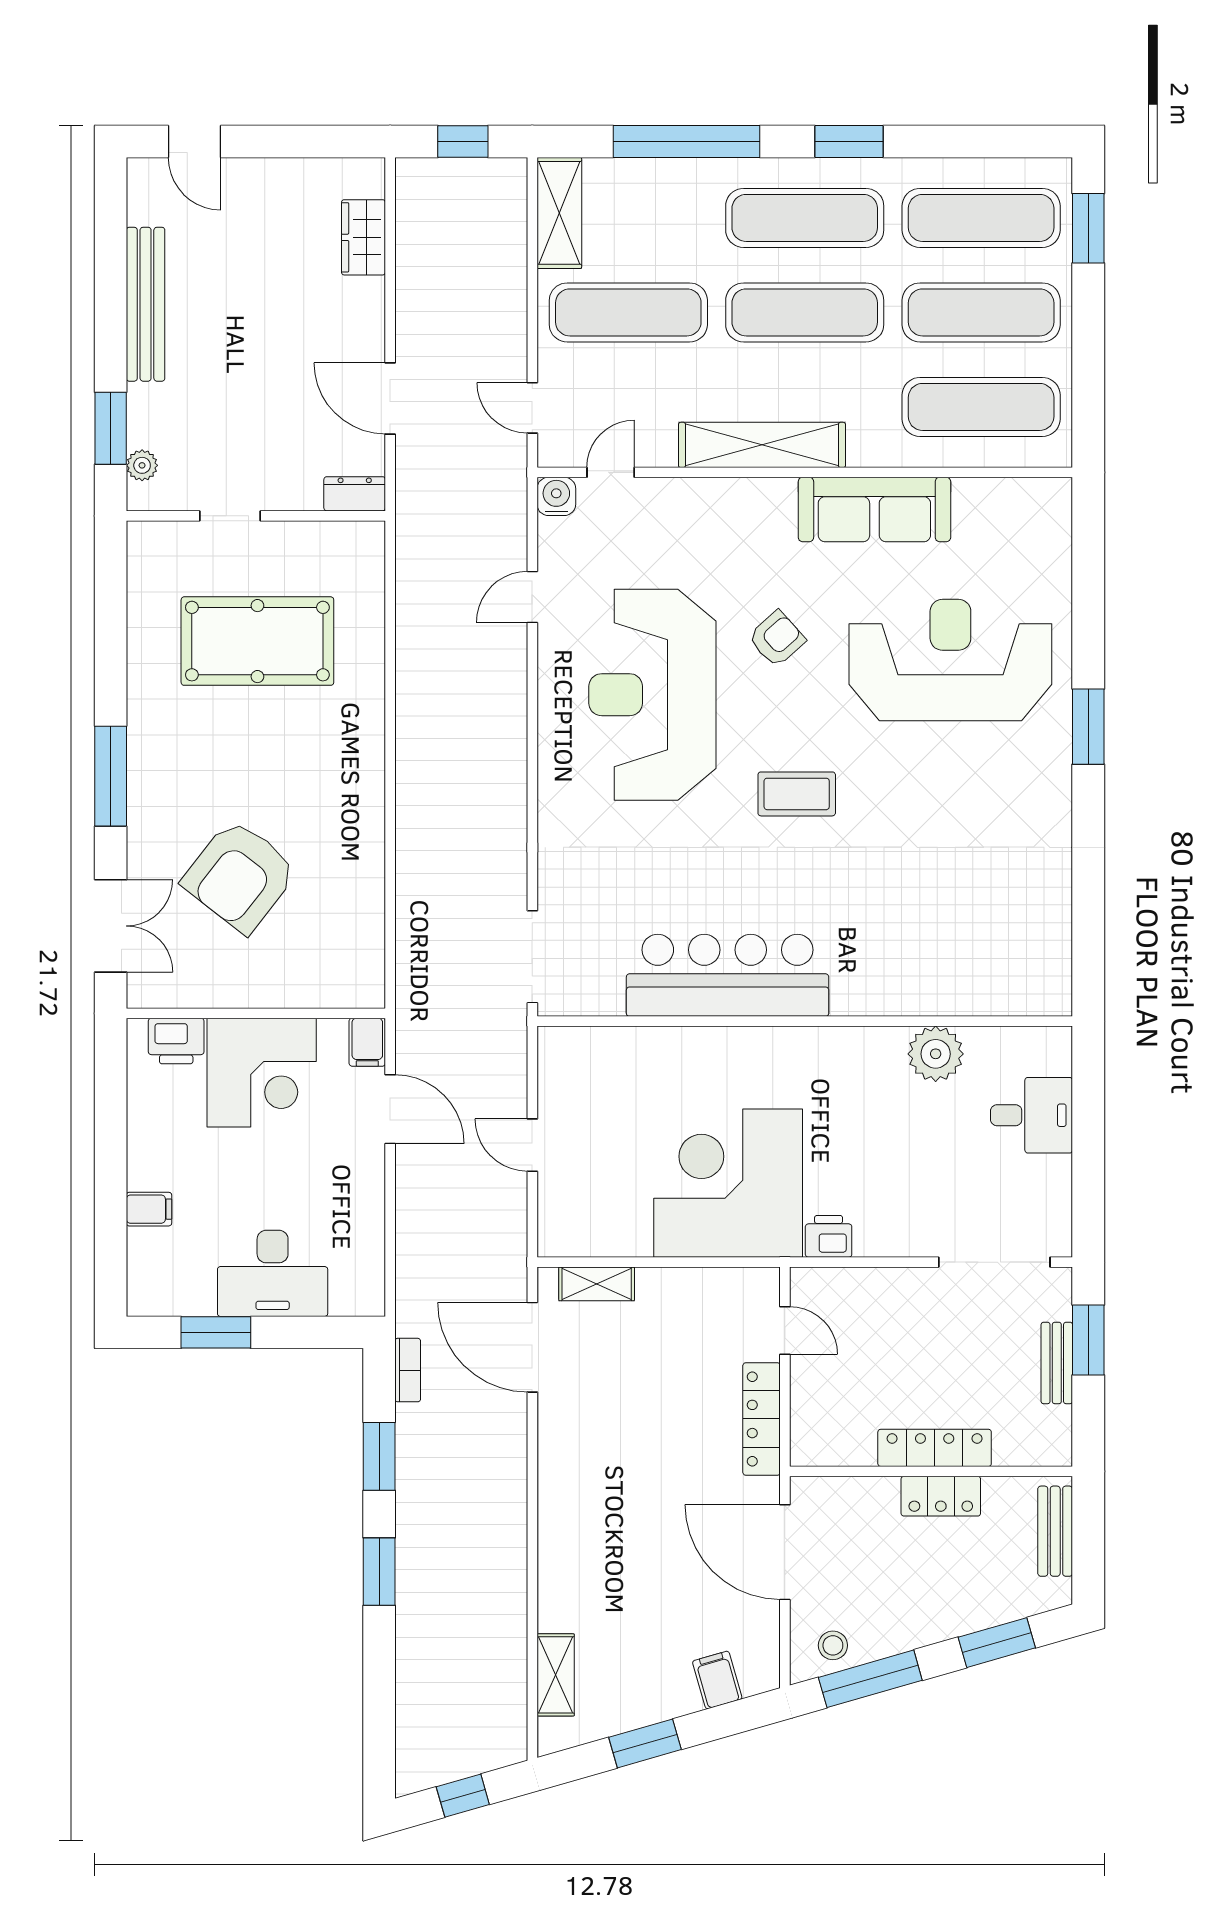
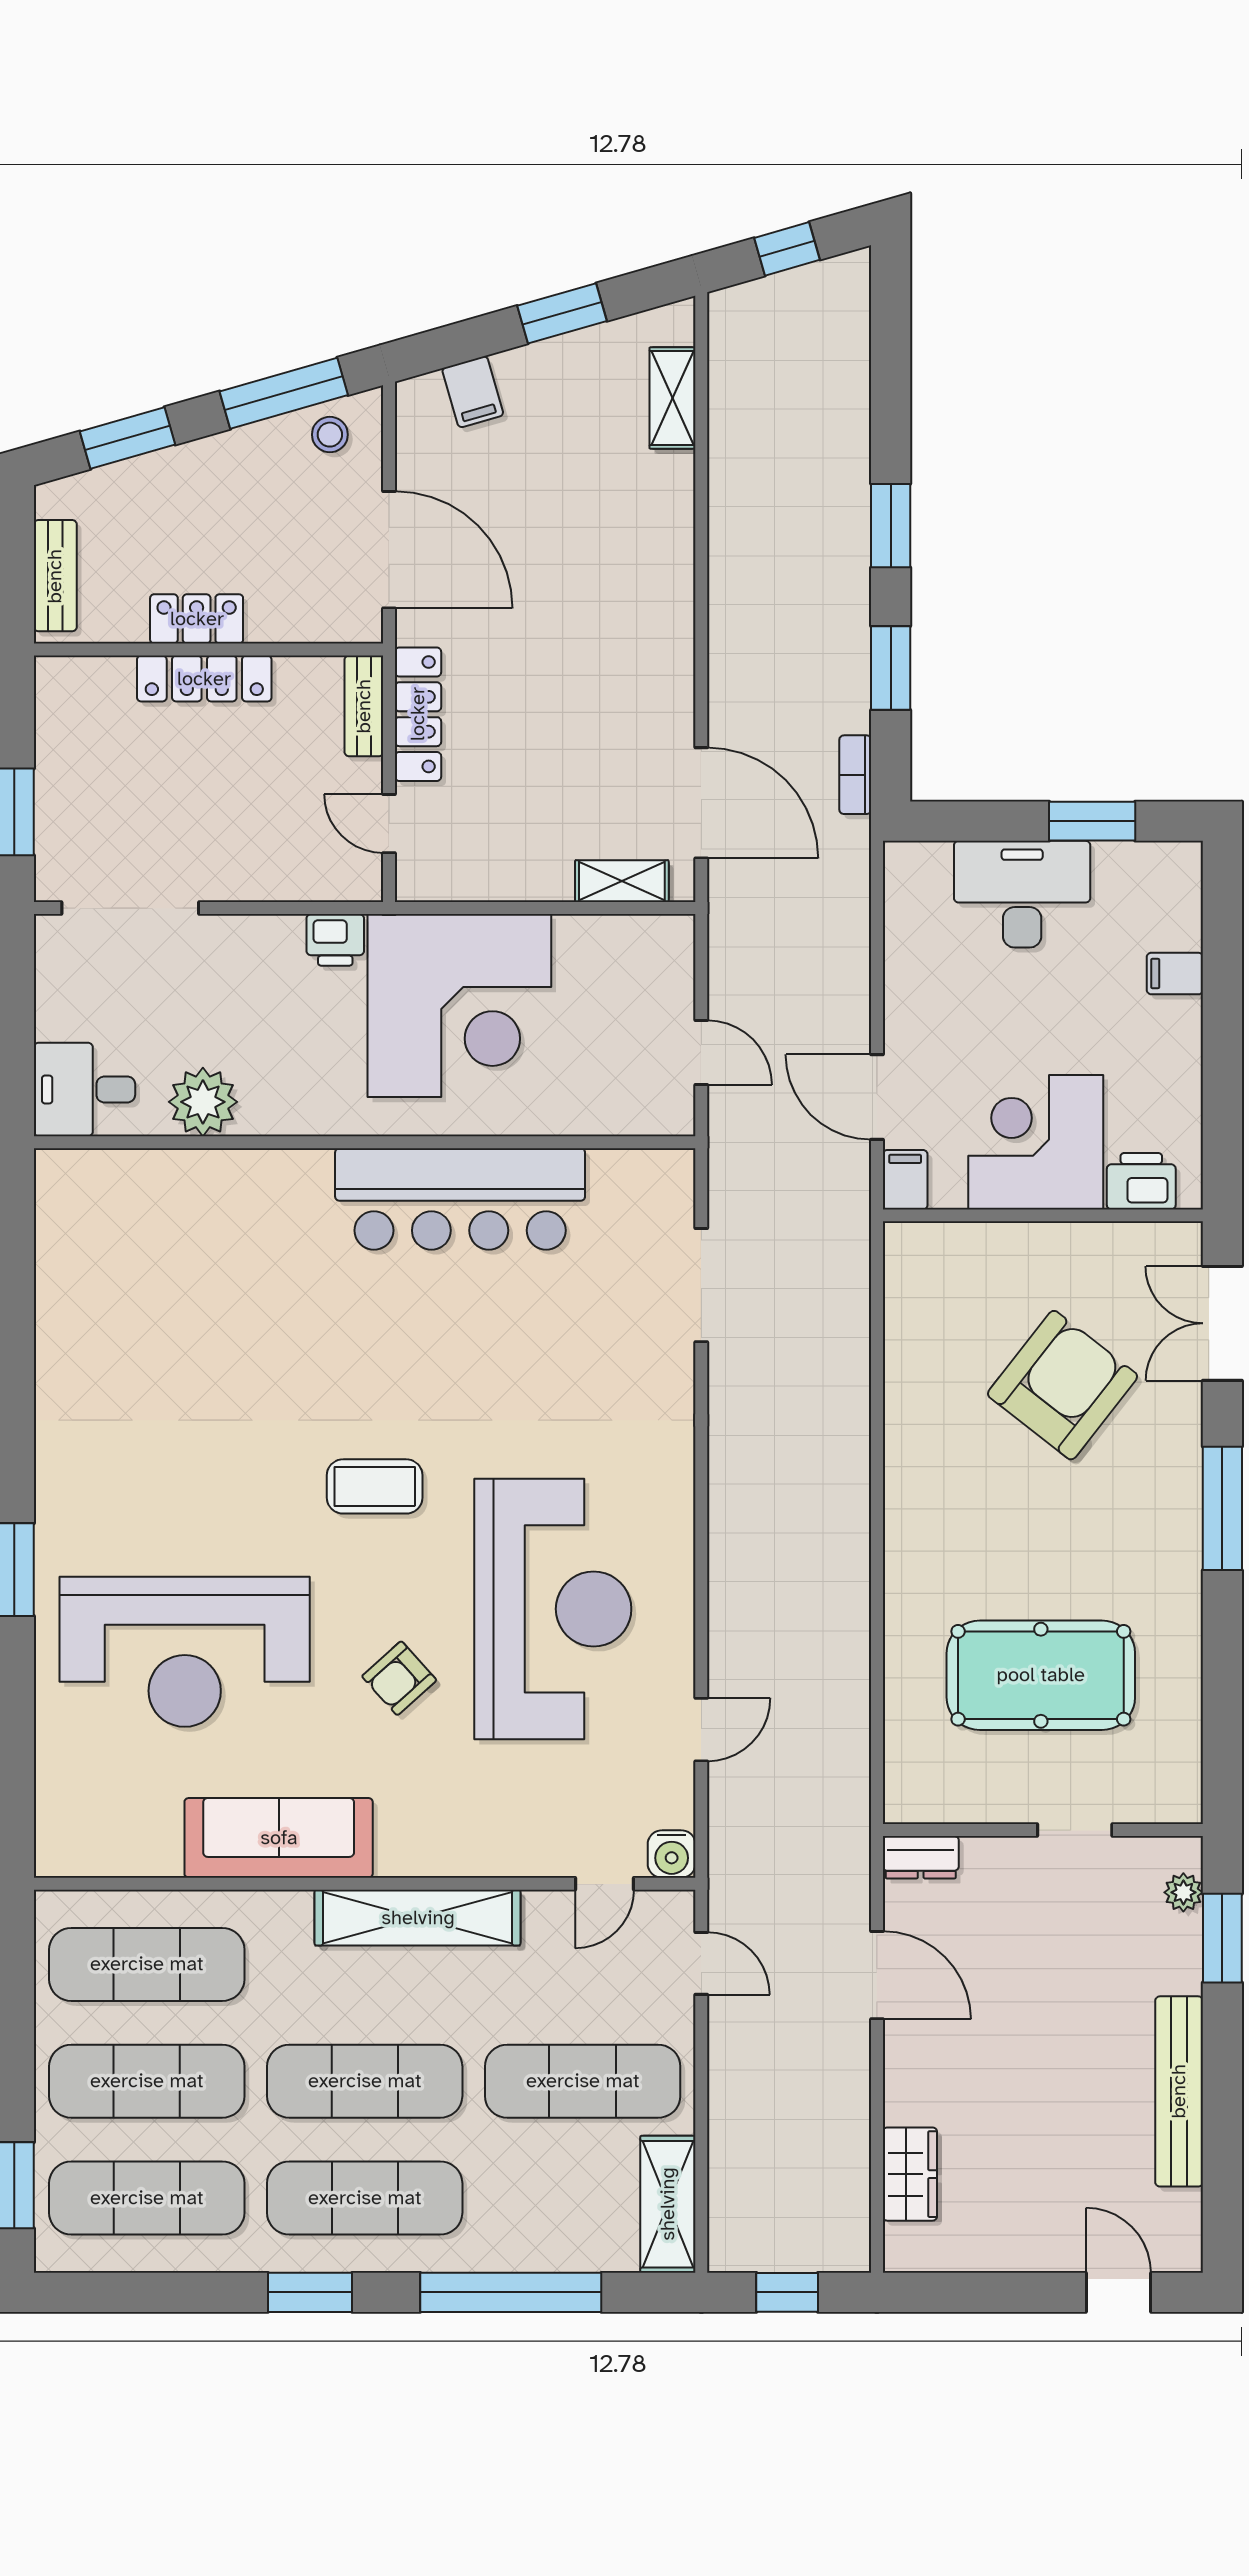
bar counter: (728, 975) -> (460, 1199), moved
wall: (805, 1021) -> (365, 1142), moved
plant: (936, 1054) -> (203, 1102), moved
bench: (1057, 1363) -> (364, 706), moved

